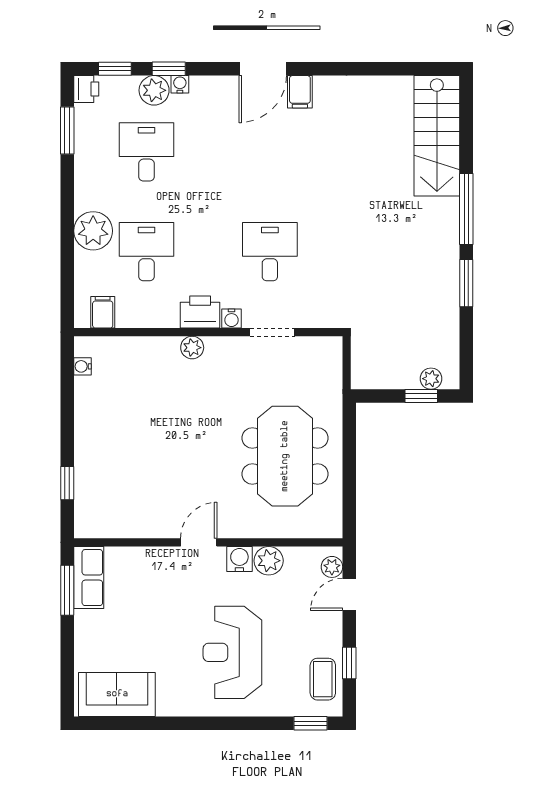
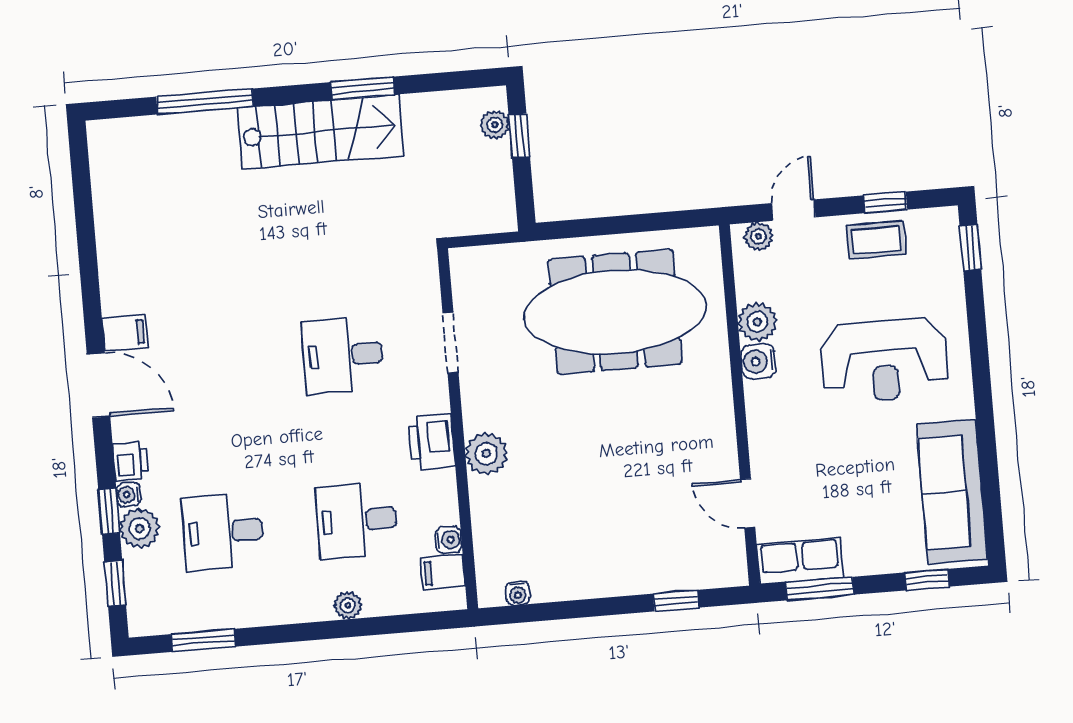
printer: (86, 89) -> (131, 461), moved, turned 90
stairs: (437, 136) -> (320, 132), moved
window: (466, 209) -> (205, 102), moved
plant: (93, 231) -> (348, 605), width x0.53, depth x0.53
water cooler: (231, 318) -> (449, 540), moved
plant: (192, 348) -> (486, 454), width x1.38, depth x1.38
meeting table: (285, 456) -> (615, 312), width x1.36
door: (199, 542) -> (748, 503), moved
door: (349, 594) -> (793, 210), swing flipped
window: (67, 671) -> (927, 580), added
coffee table: (323, 679) -> (876, 240), moved
sofa: (117, 694) -> (952, 492), width x1.36

